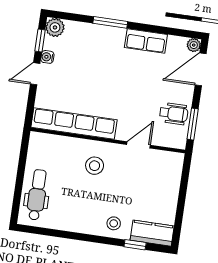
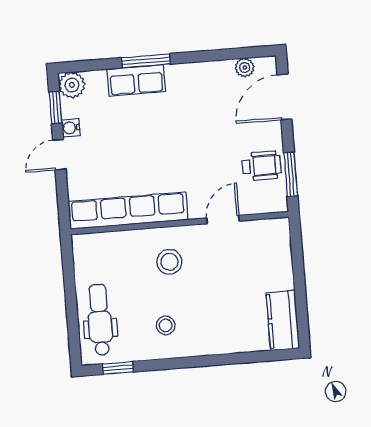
row of seats: (146, 41) -> (136, 80), moved
plant: (194, 45) -> (245, 67), moved
stool: (114, 223) -> (166, 325), moved
kitchen counter: (152, 233) -> (283, 320), moved, turned -90
window: (135, 245) -> (118, 368), moved

